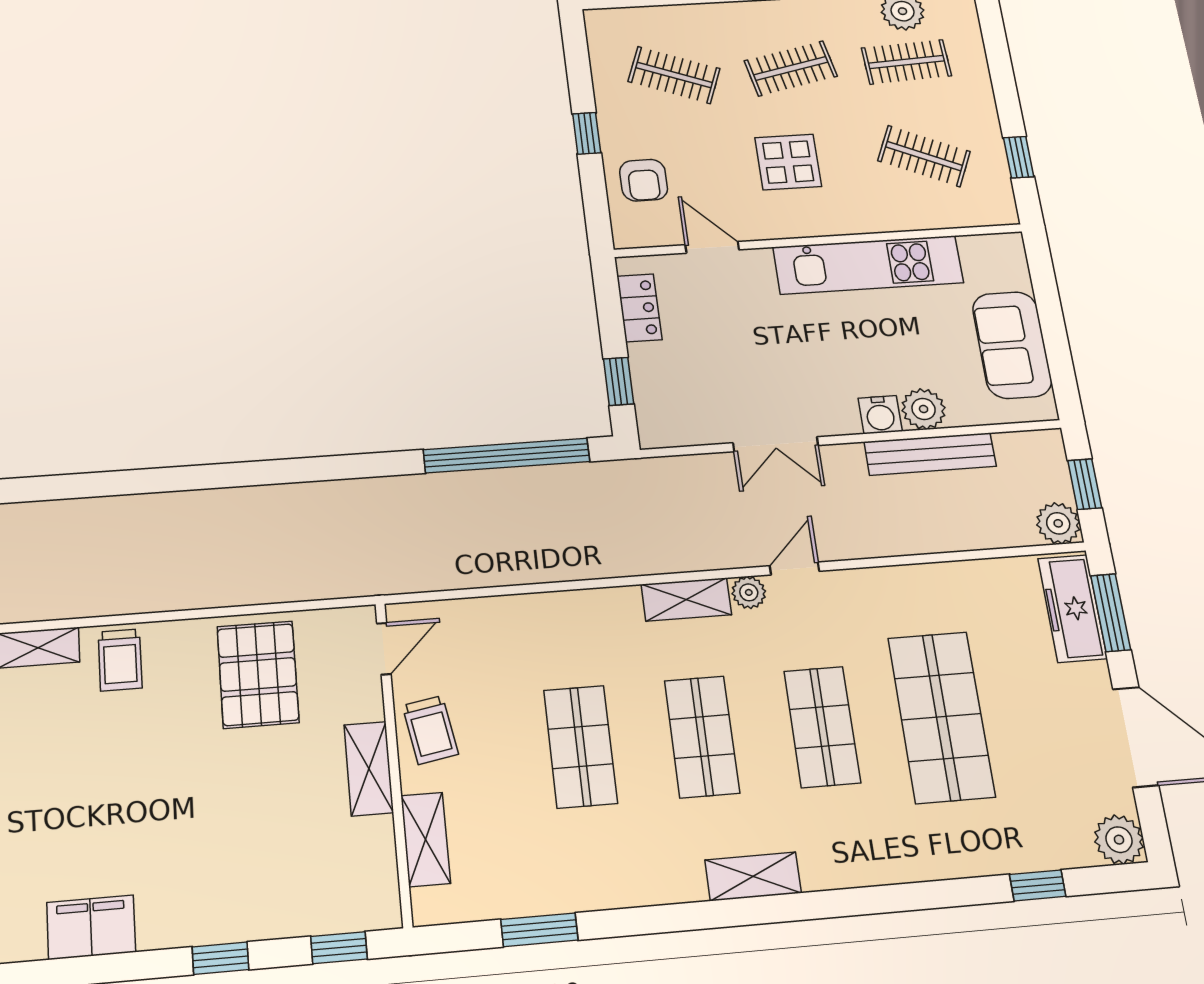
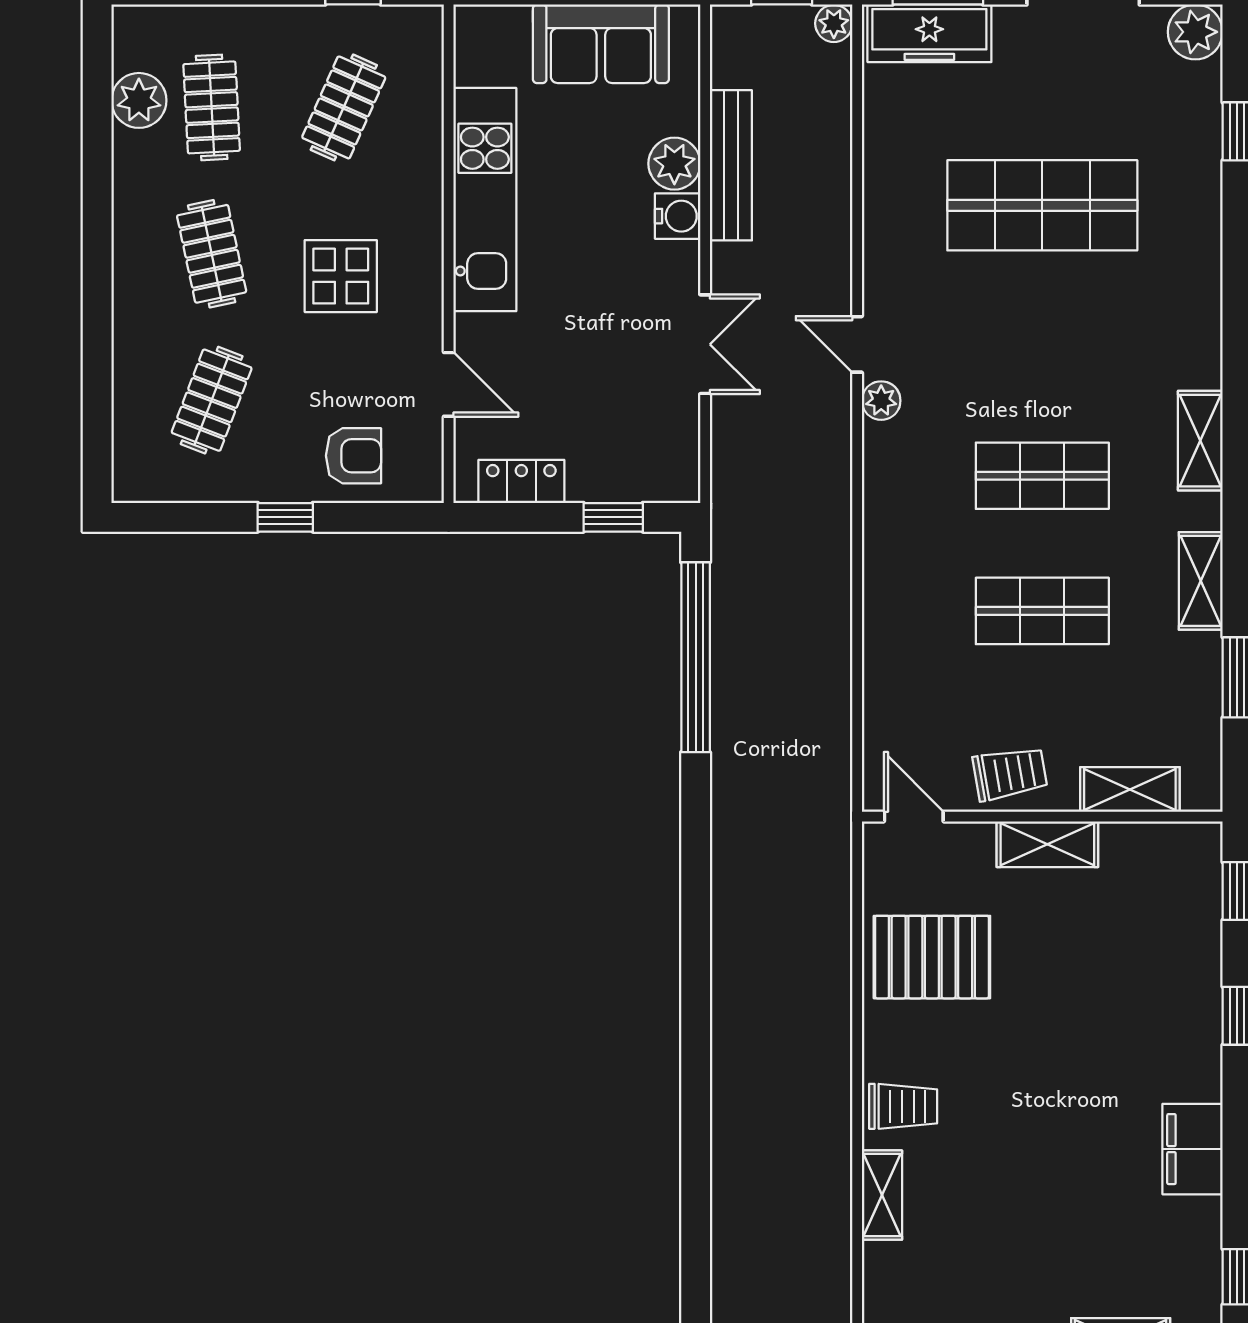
door: (712, 247) -> (449, 384), swing flipped
plant: (1058, 523) -> (834, 23), width x0.73, depth x0.73
shelving: (686, 599) -> (1201, 581), moved
shop shelf: (822, 727) -> (1042, 341), removed

